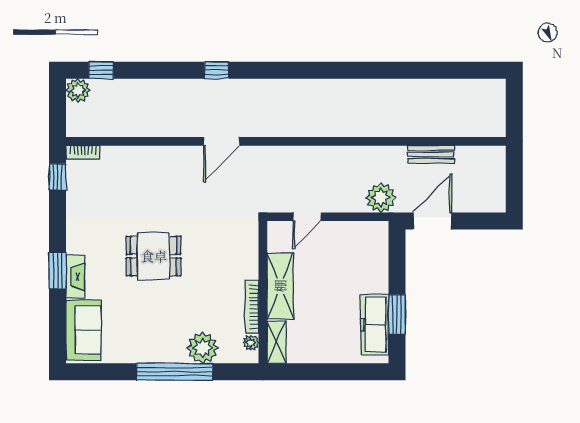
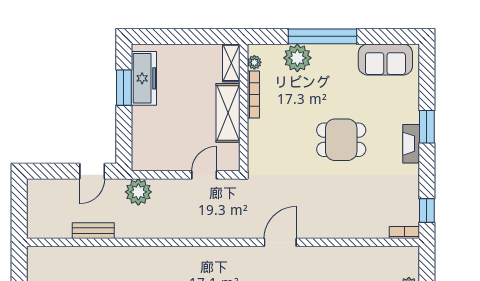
door: (432, 221) -> (92, 171), width x0.73
fireplace: (75, 277) -> (411, 144), moved
sofa: (83, 330) -> (385, 60), moved, turned -90

